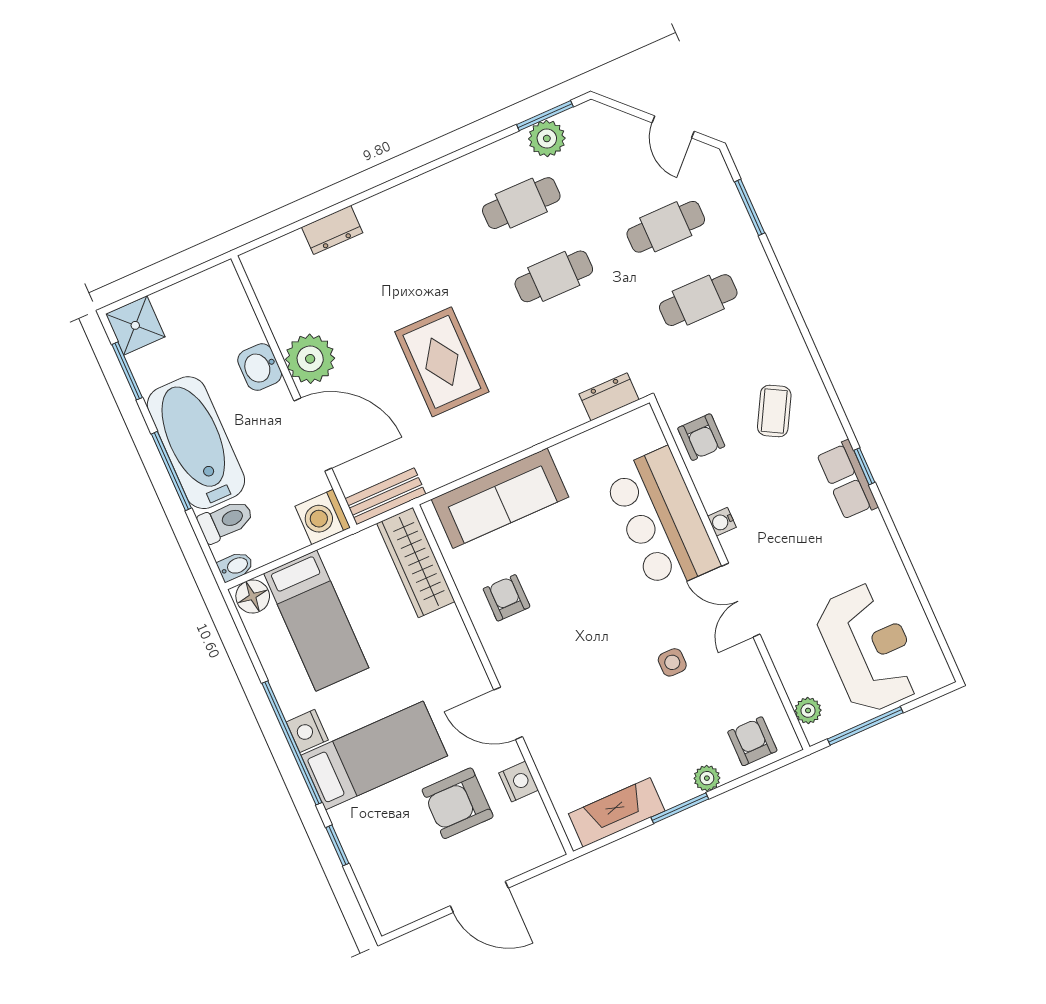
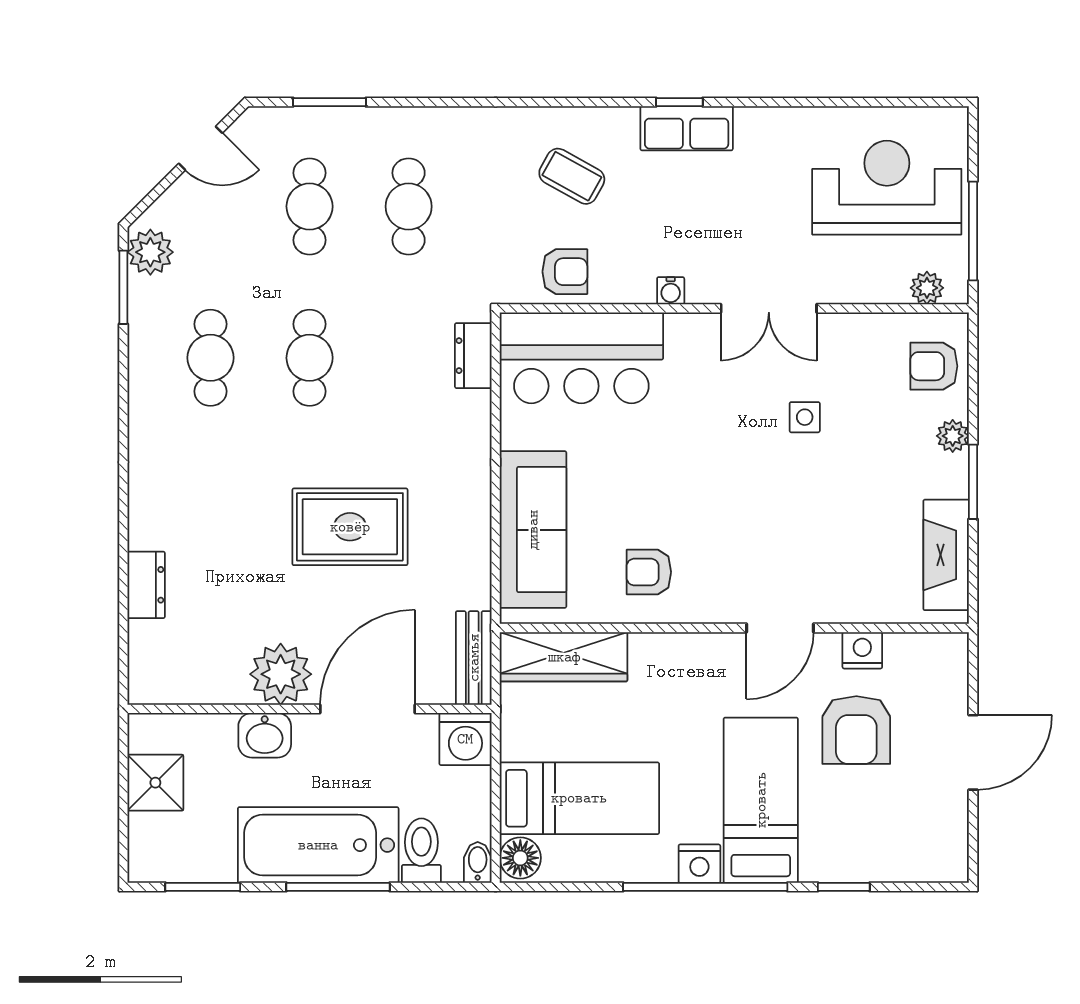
plant: (547, 138) -> (150, 252), moved
shower: (135, 325) -> (155, 783), moved
bar counter: (662, 520) -> (581, 358), moved

